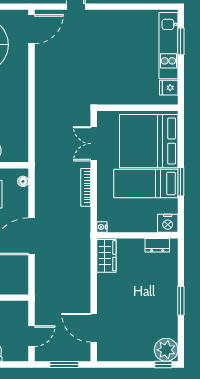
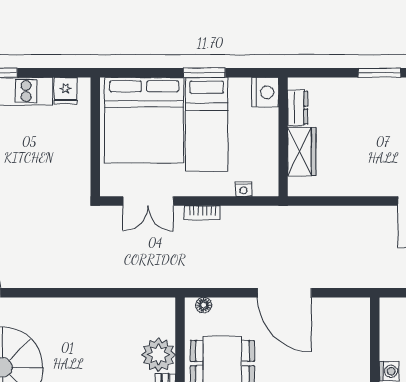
bookcase: (86, 187) -> (202, 213), width x0.64
nightstand: (102, 227) -> (244, 189), moved
wardrobe: (106, 256) -> (302, 152), moved, turned 90

